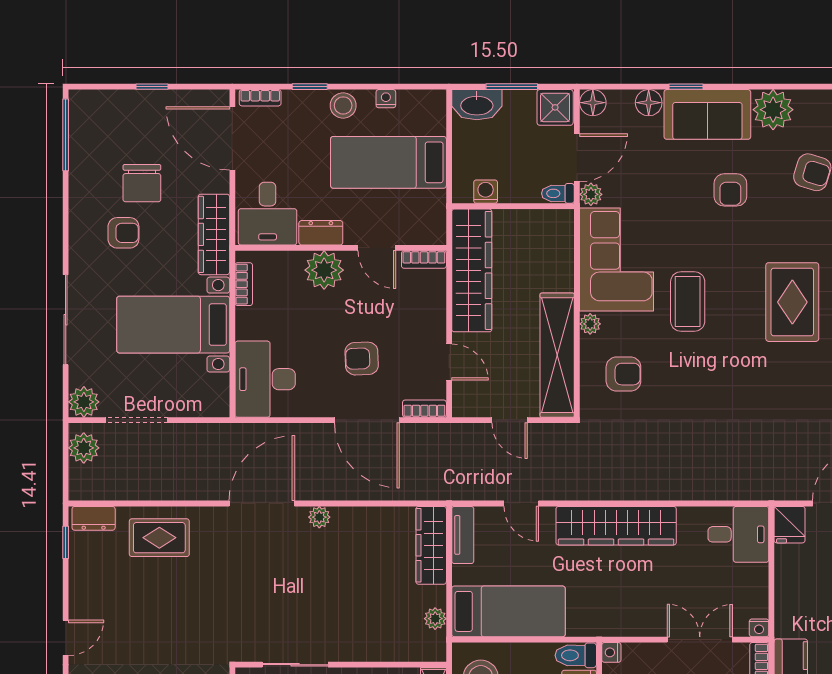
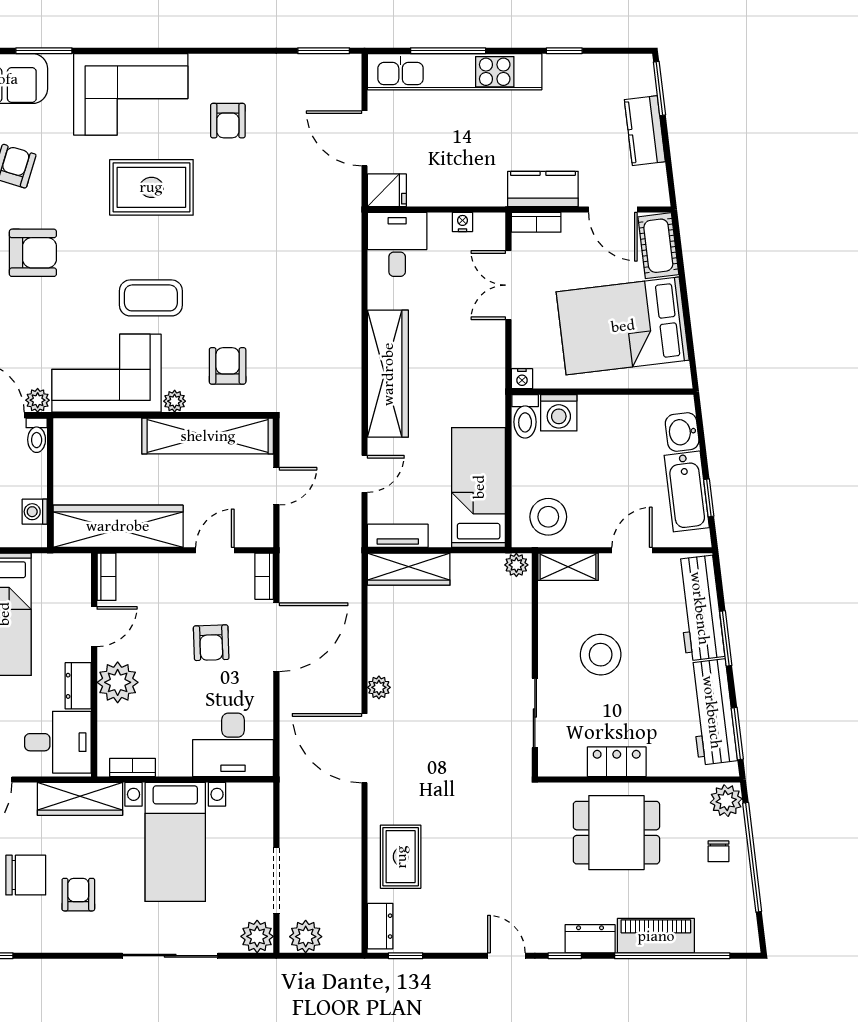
armchair: (730, 190) -> (33, 253), width x1.38, depth x1.38
plant: (435, 619) -> (516, 565), moved
nightstand: (759, 628) -> (462, 222), moved, turned -90

